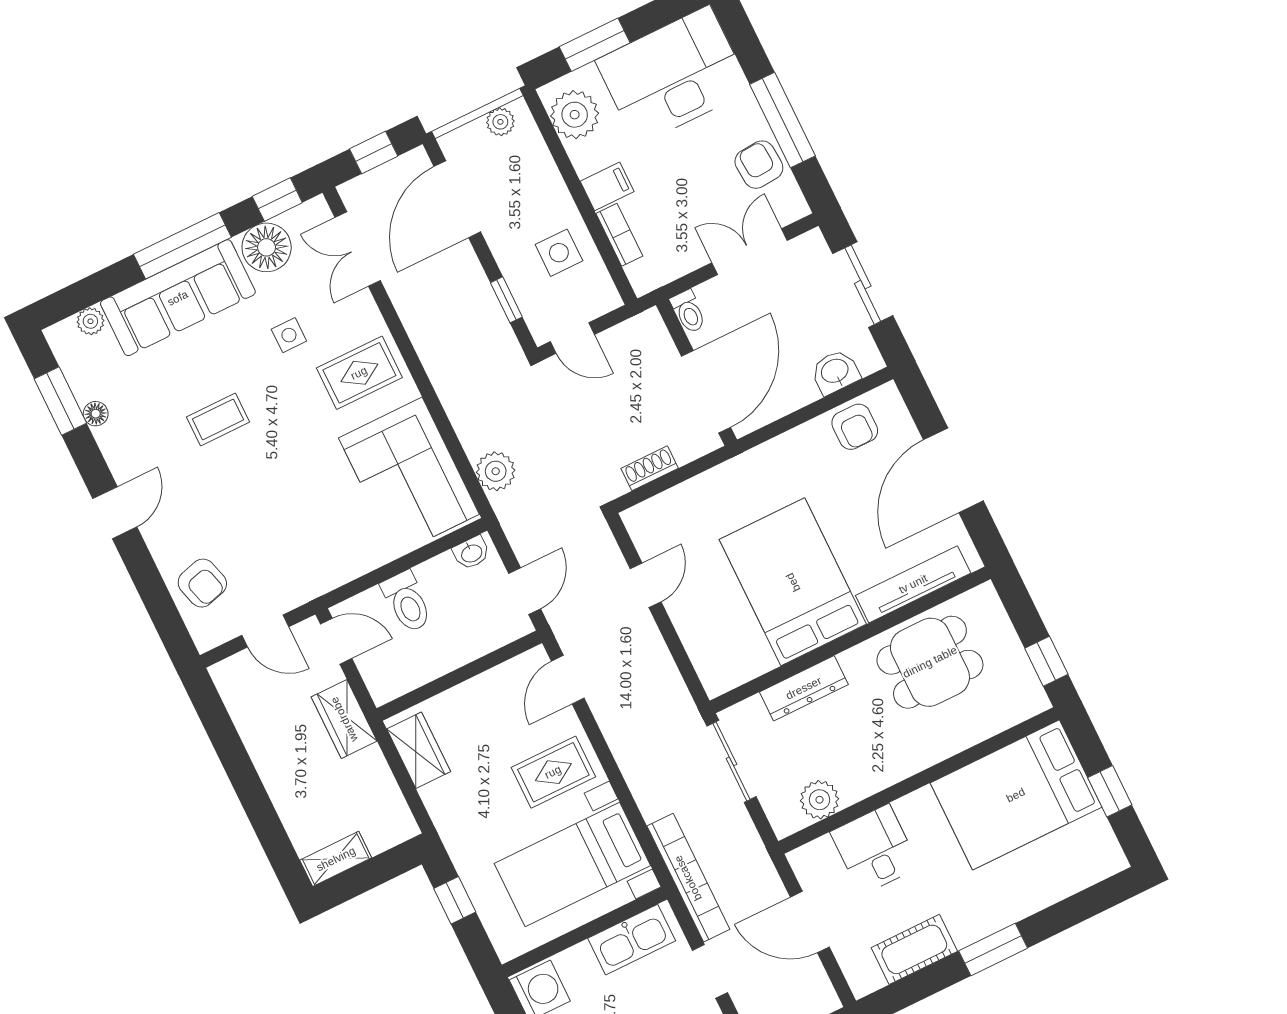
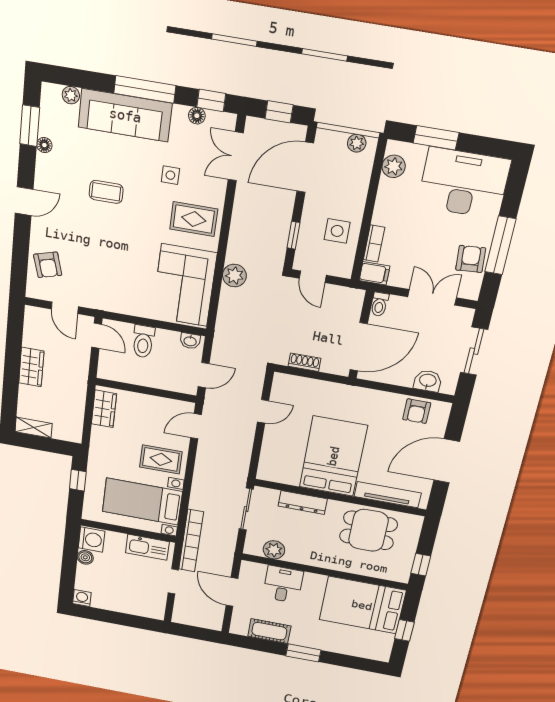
plant: (575, 115) -> (394, 166), width x0.73, depth x0.73
filing cabinet: (607, 186) -> (374, 273), moved
floor lamp: (267, 247) -> (197, 116), width x0.53, depth x0.53
plant: (496, 471) -> (234, 276), moved
wardrobe: (344, 719) -> (31, 367), moved, turned 180

